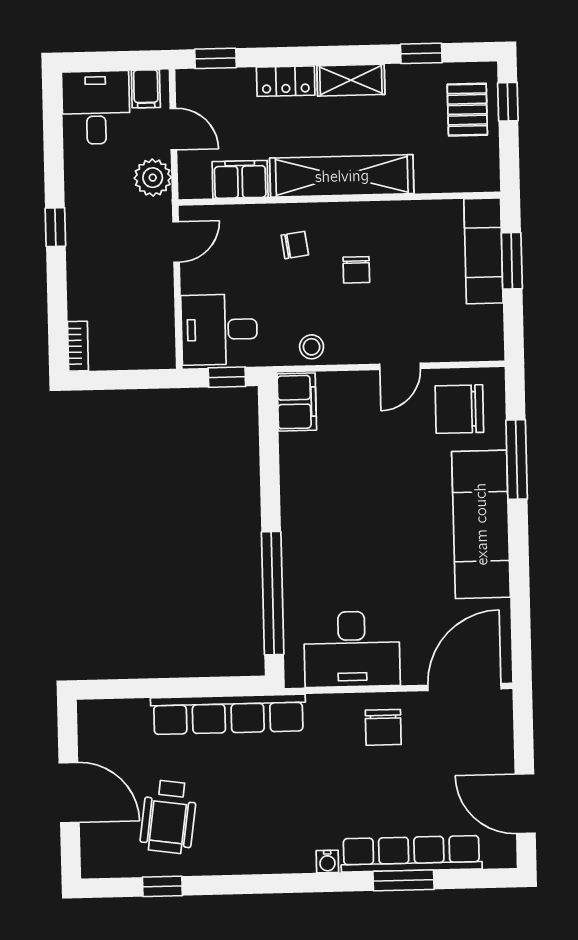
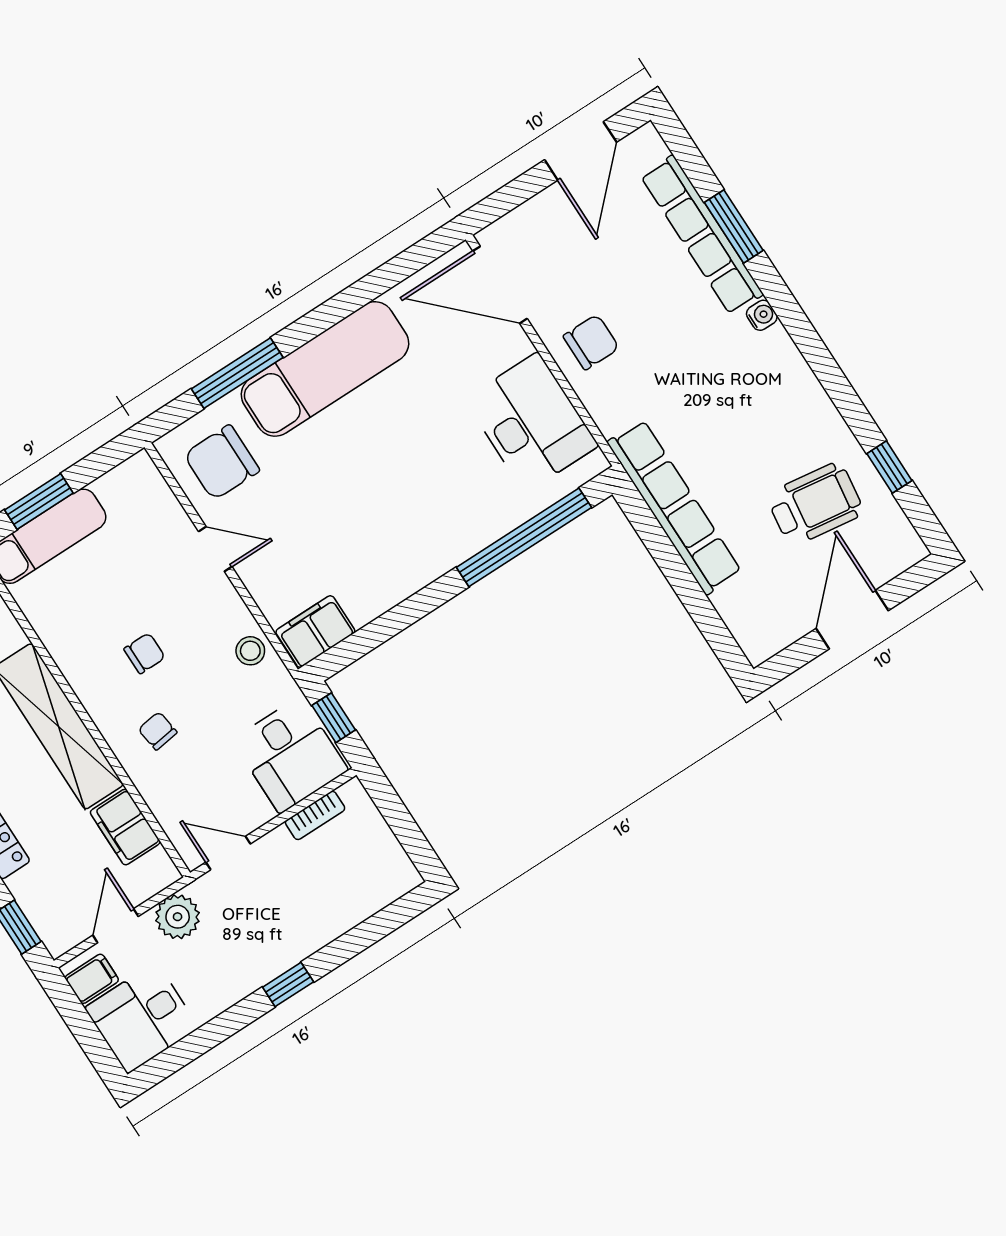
bookcase: (78, 346) -> (315, 815), moved, turned 180
chair: (459, 409) -> (222, 462), turned 90

